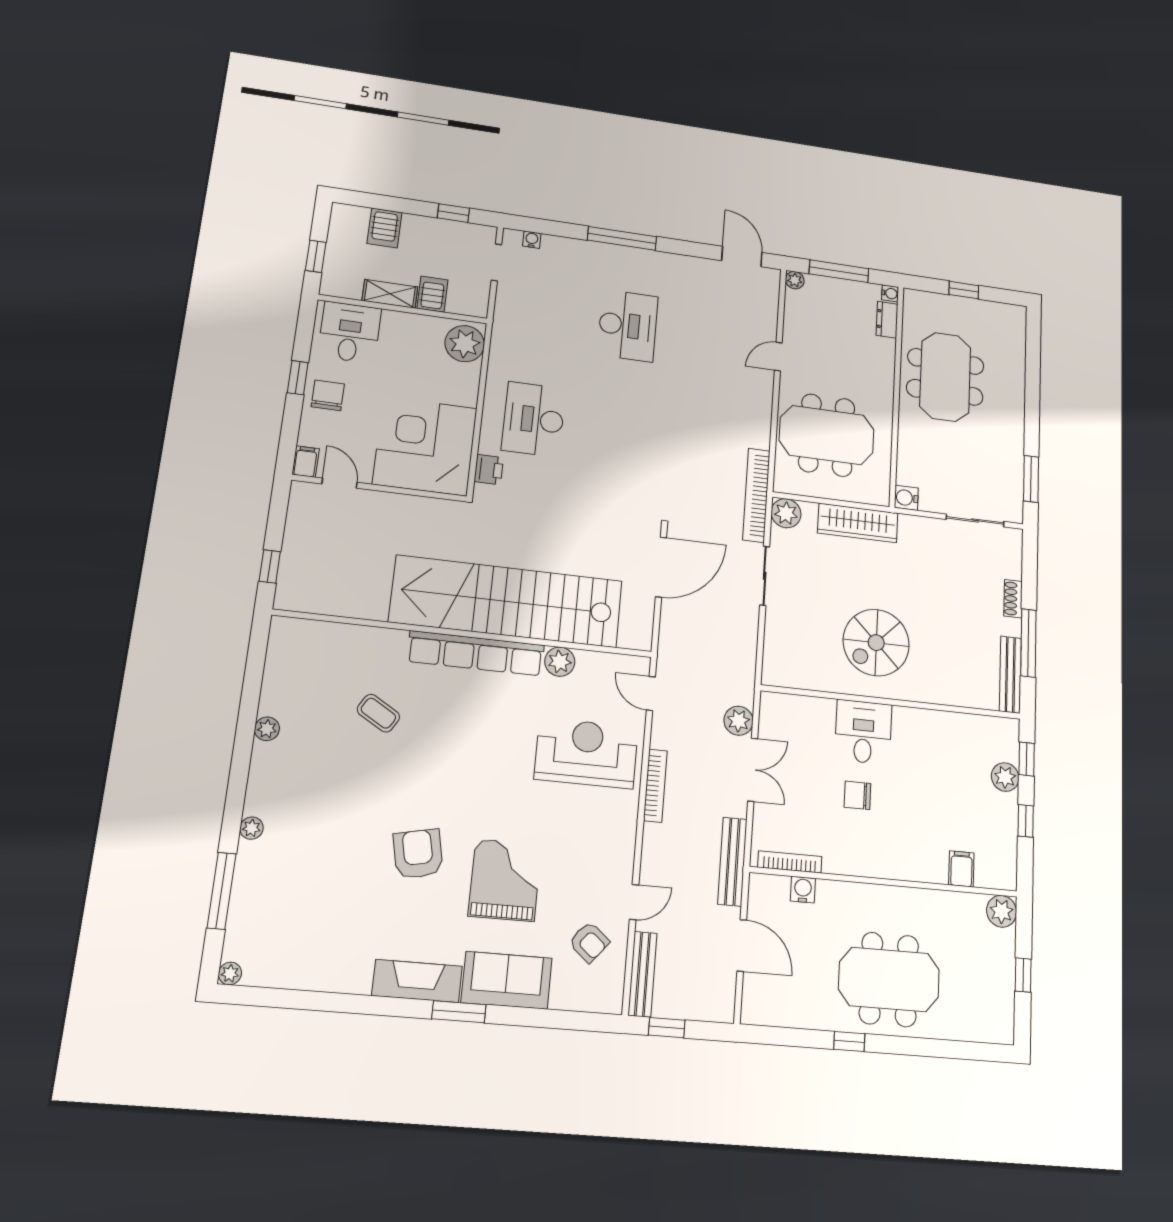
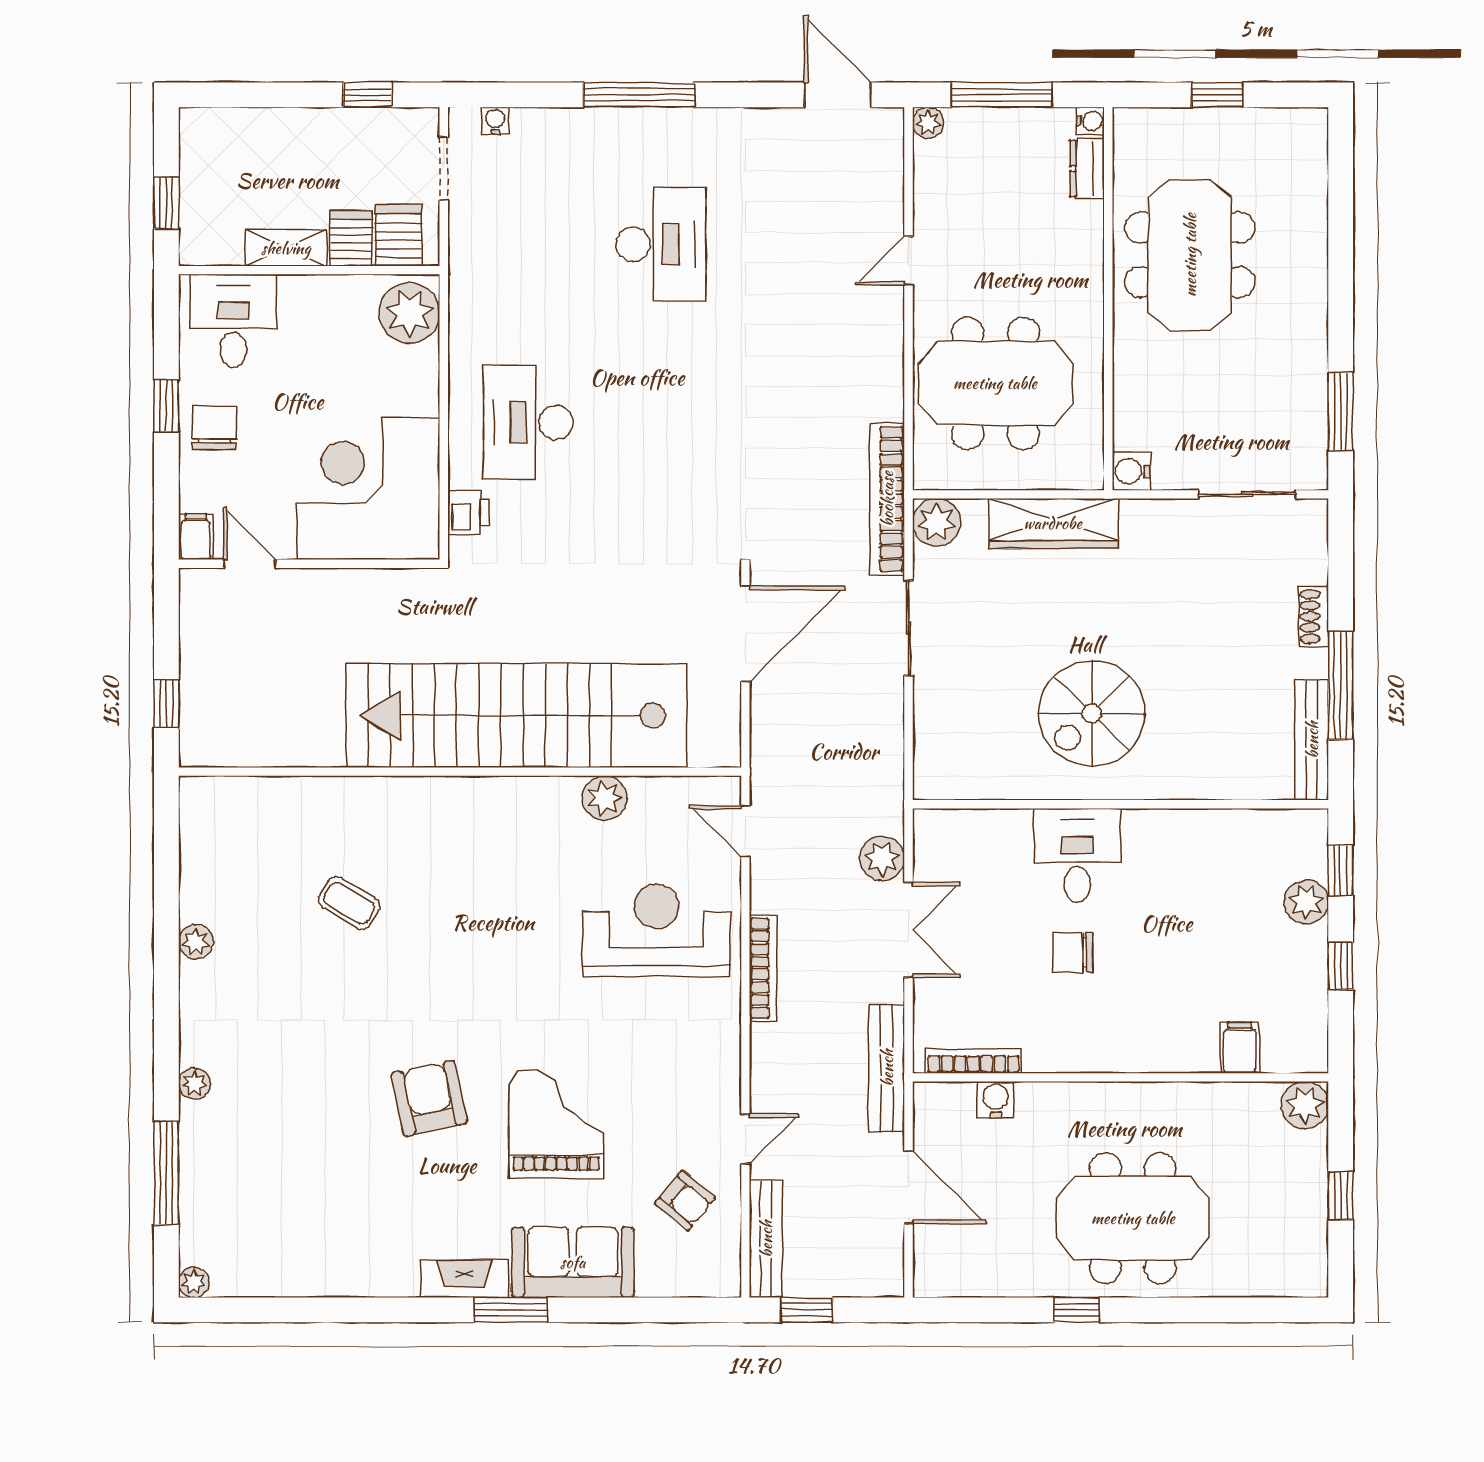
server rack: (384, 228) -> (399, 235), moved, turned 180
row of seats: (476, 653) -> (479, 799), removed
fireplace: (417, 981) -> (465, 1279), width x0.73, depth x0.76

